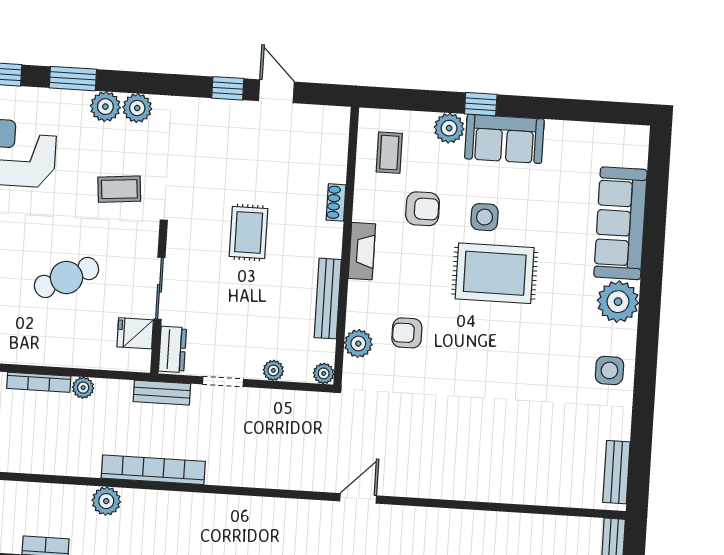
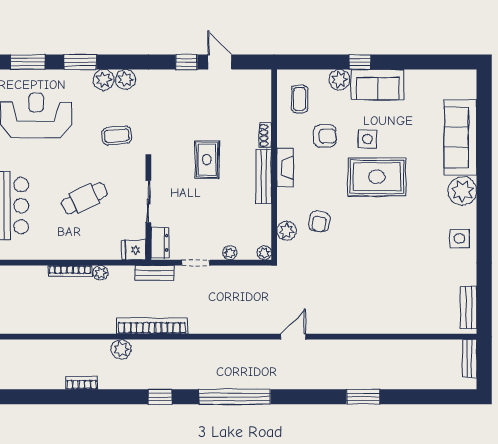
bench: (328, 299) -> (264, 177), moved
fridge: (135, 333) -> (134, 250), moved
armchair: (407, 333) -> (319, 222), turned -82

